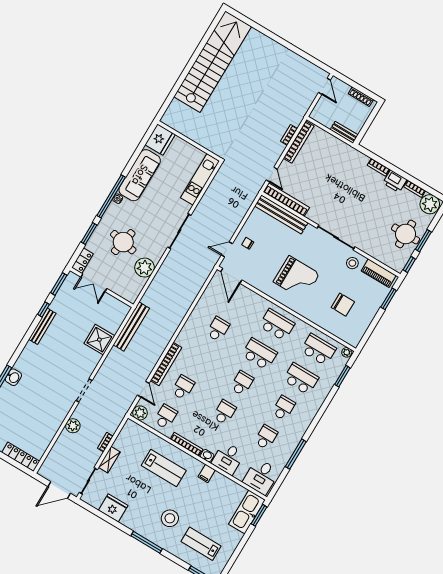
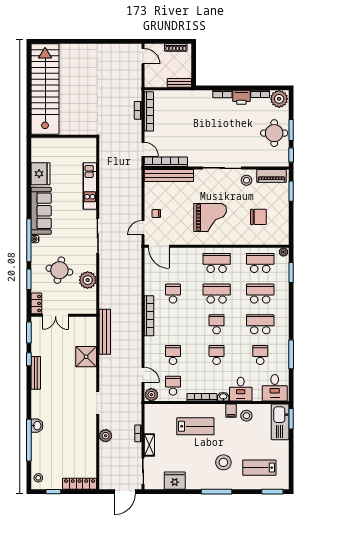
wall: (189, 141) -> (64, 136), moved
bookcase: (166, 364) -> (149, 316), moved
school desk: (283, 408) -> (260, 324), width x1.85
stool: (218, 487) -> (246, 416), added

